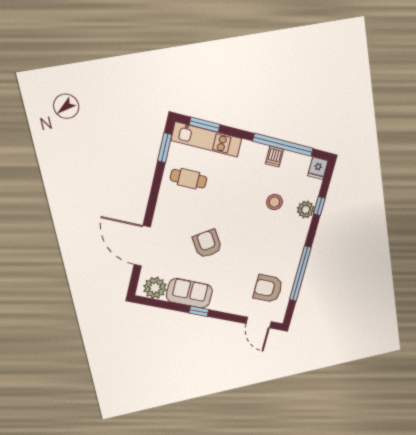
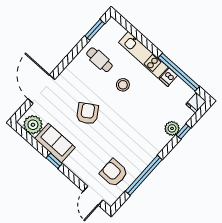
window: (205, 125) -> (131, 29), removed
kitchen unit: (207, 140) -> (143, 55), moved
stool: (274, 202) -> (123, 85), moved

